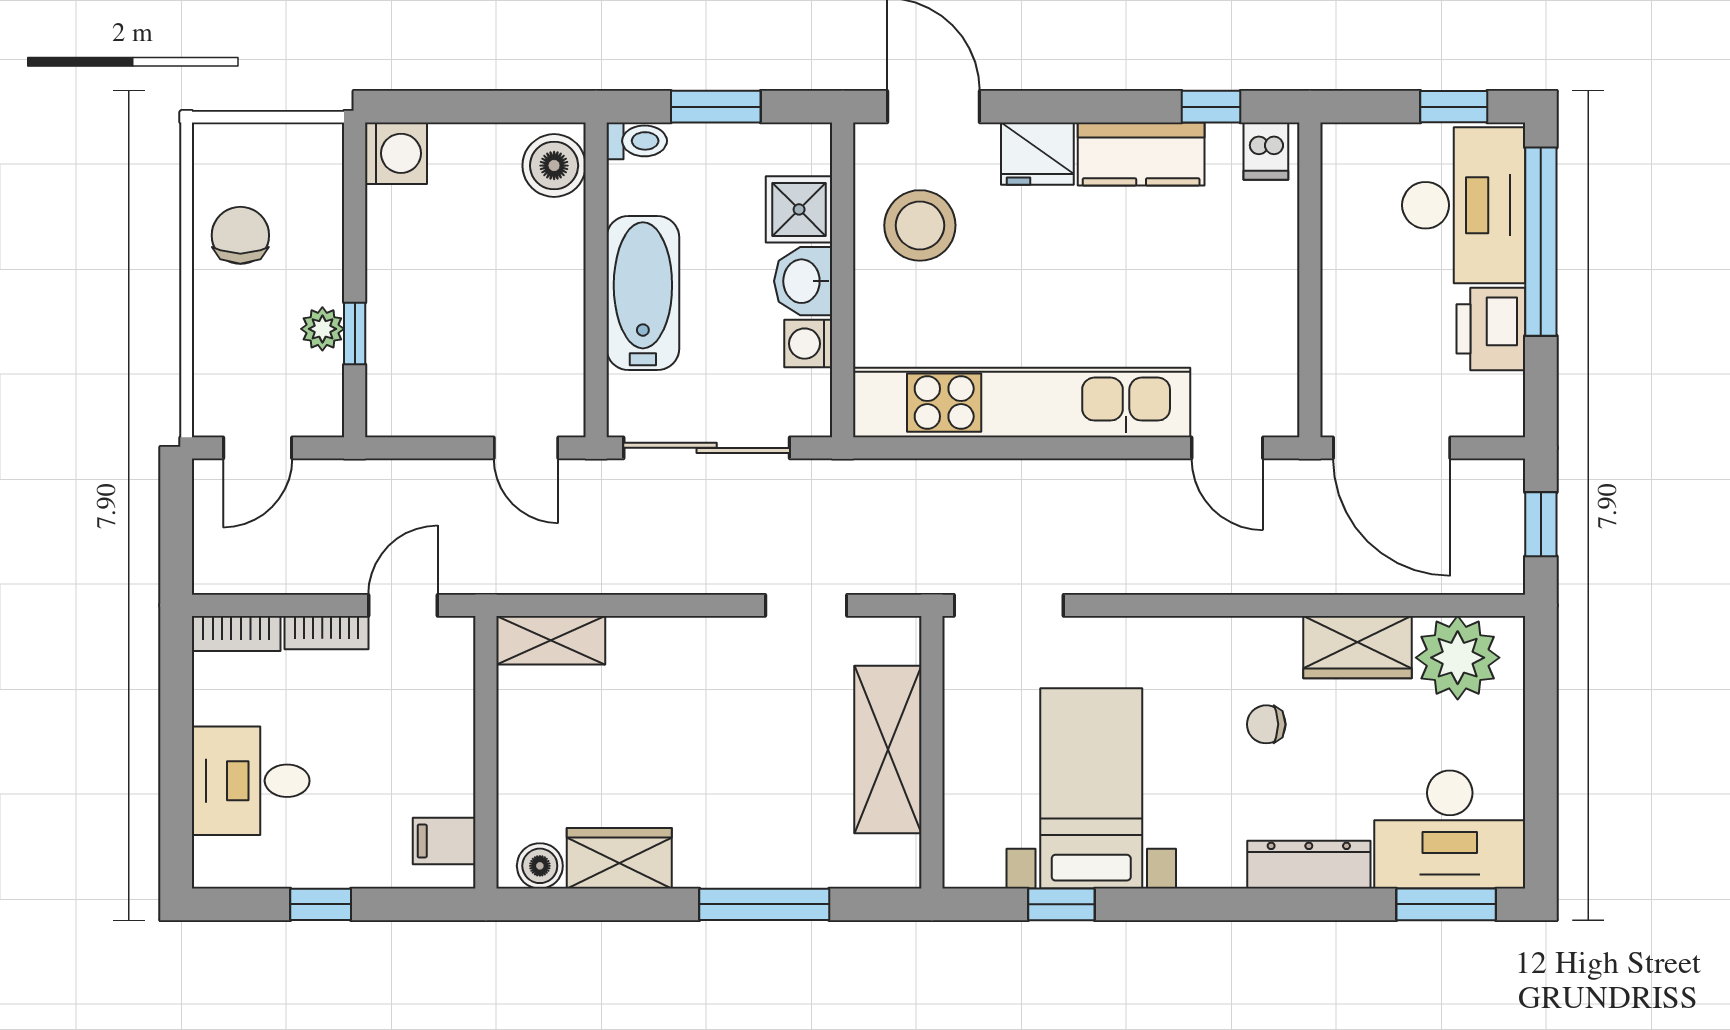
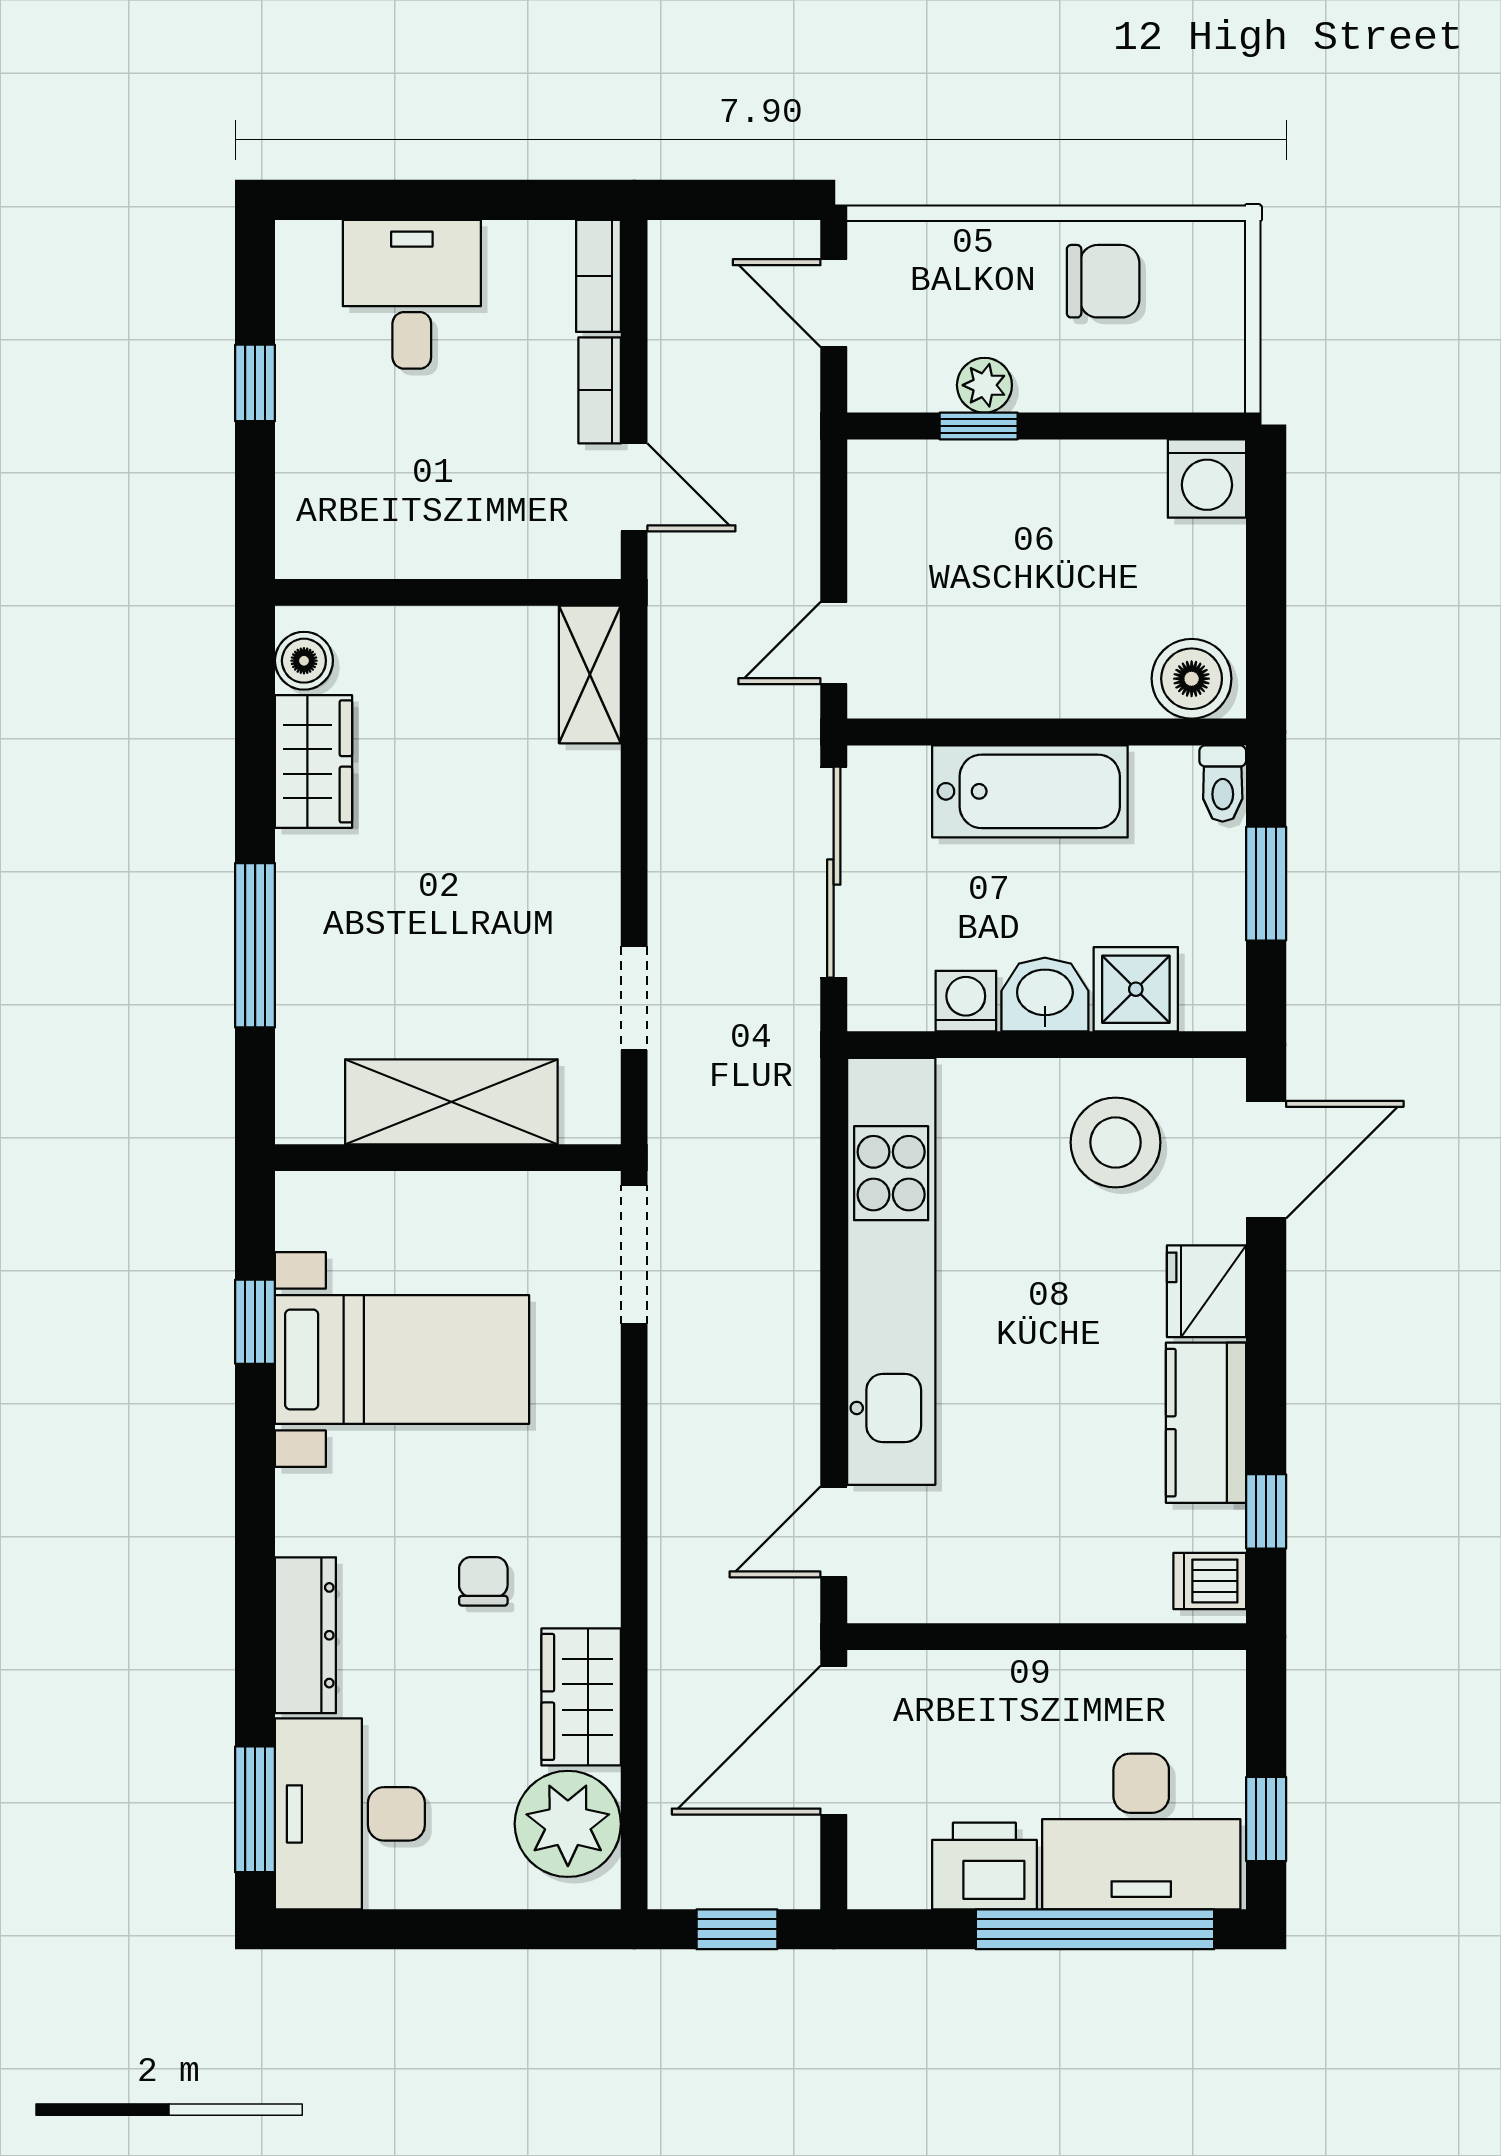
filing cabinet: (444, 841) -> (335, 539), removed

